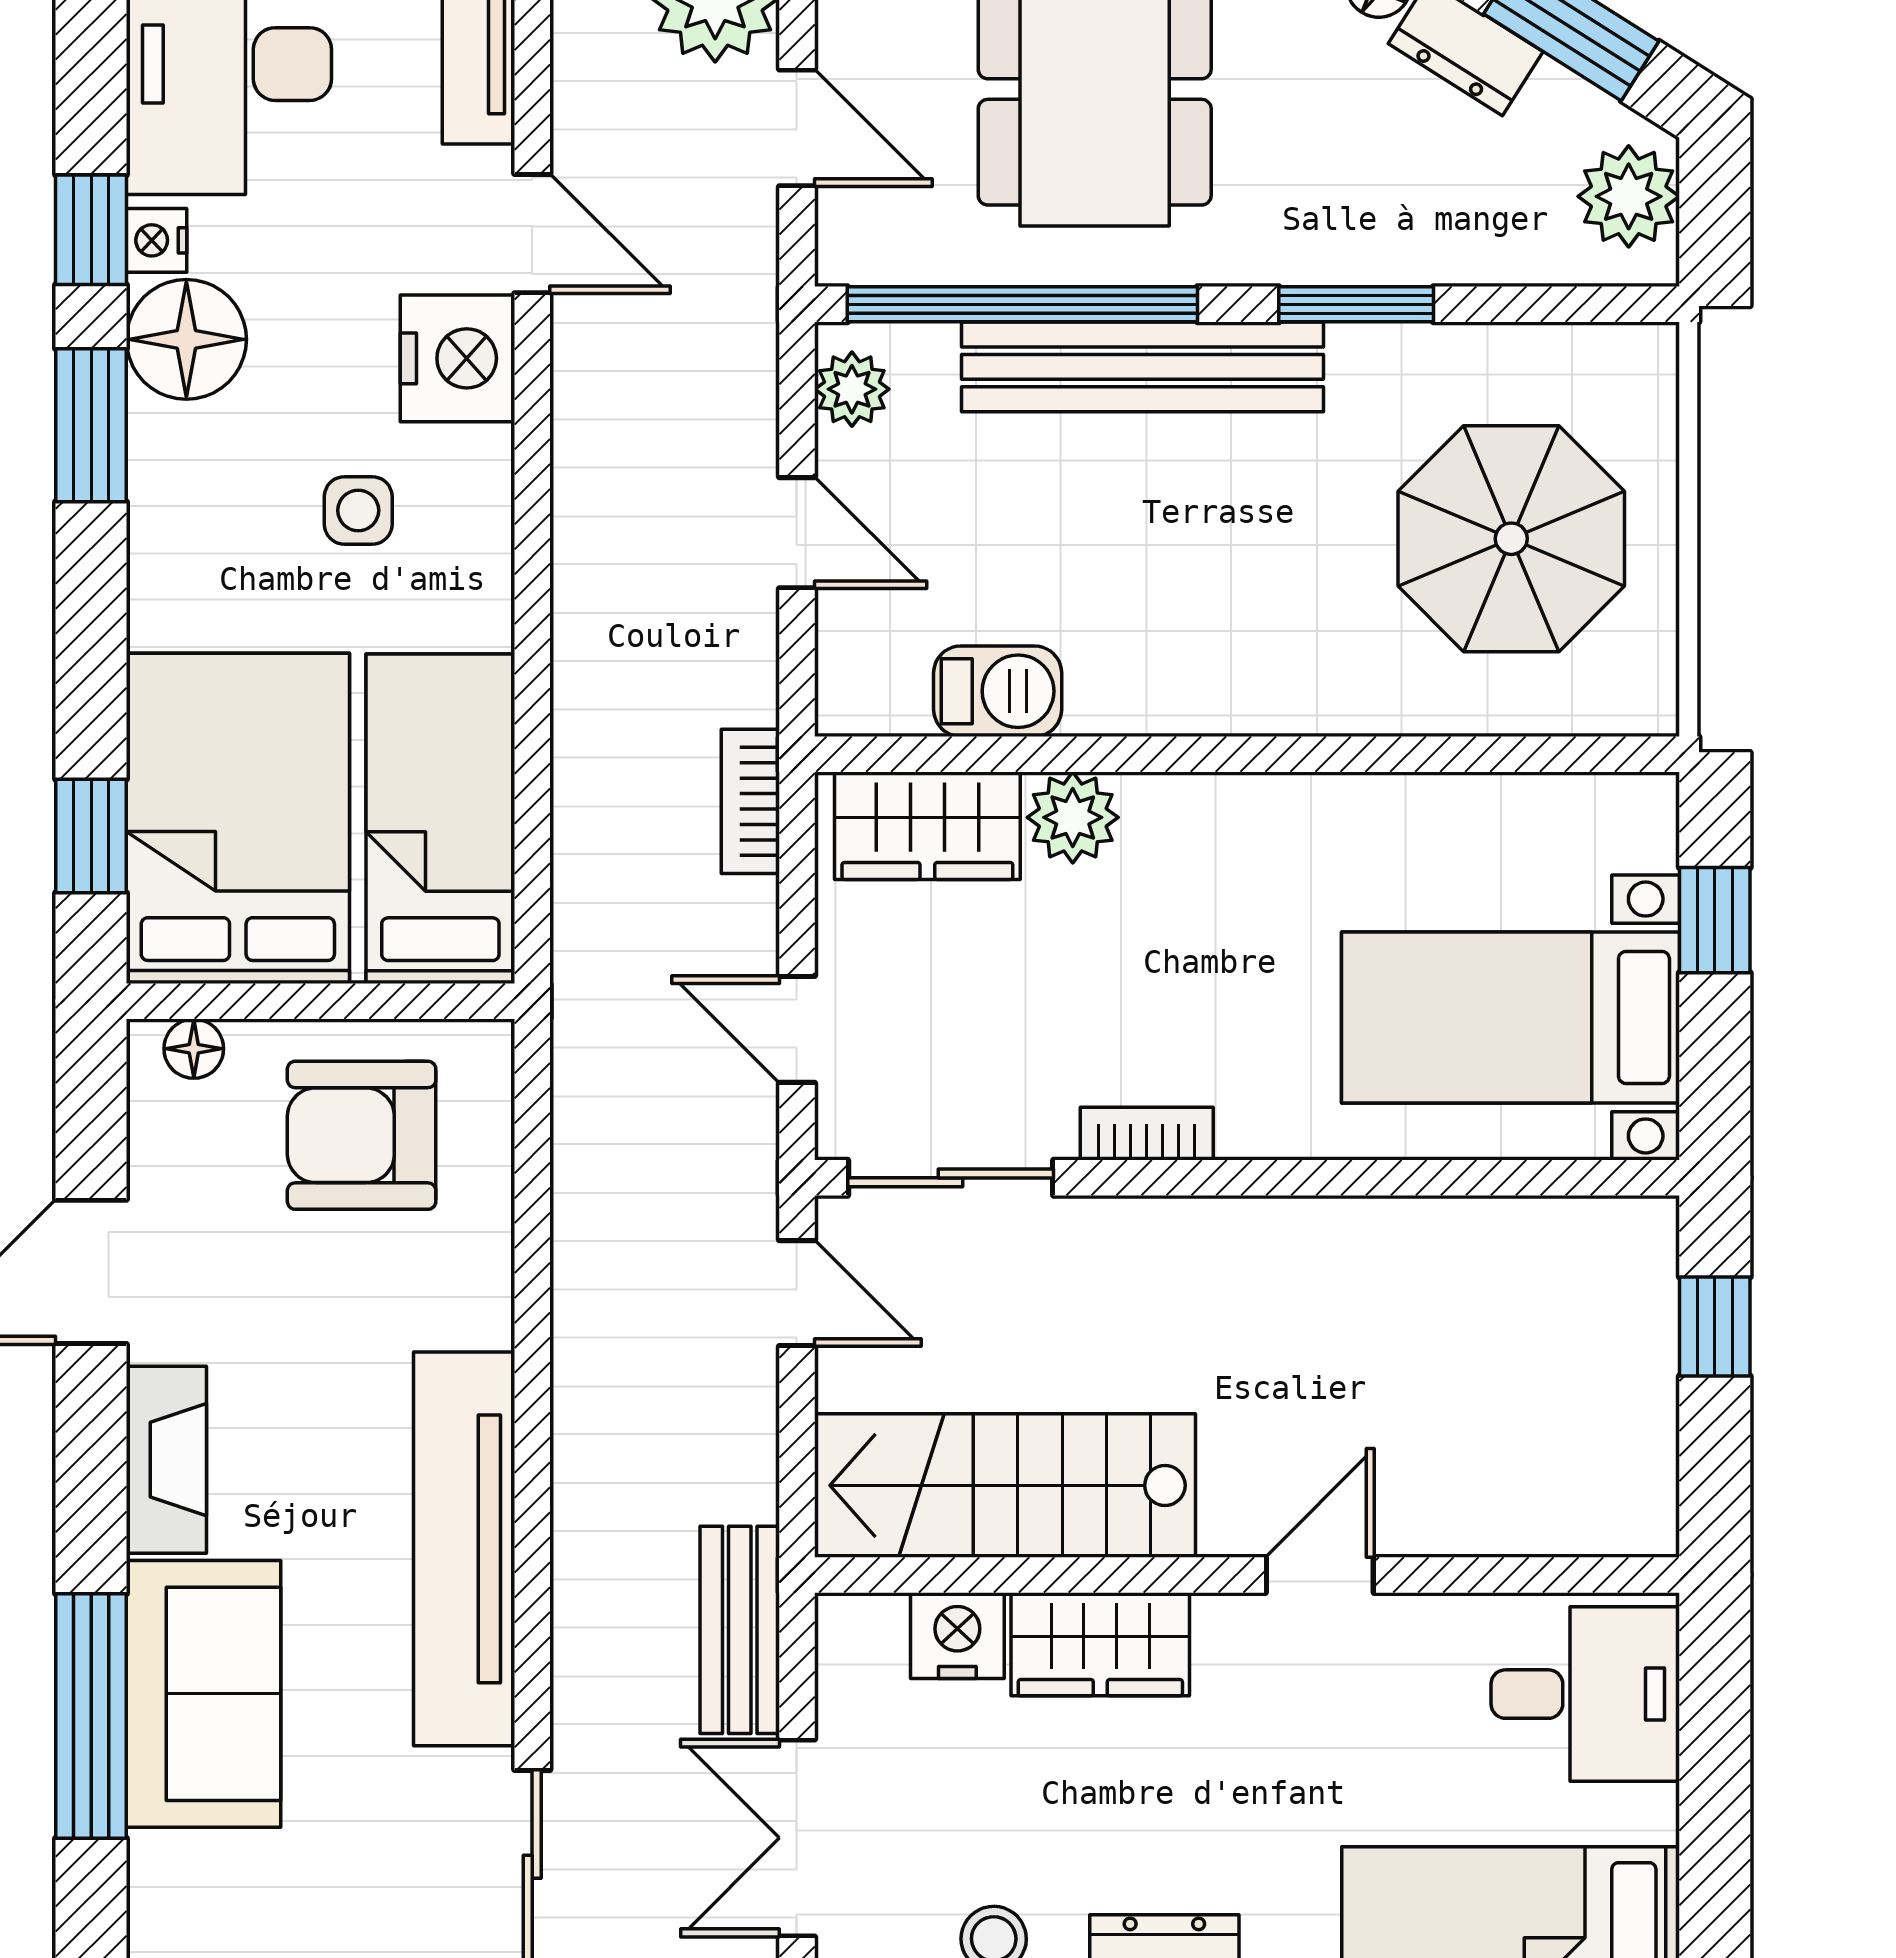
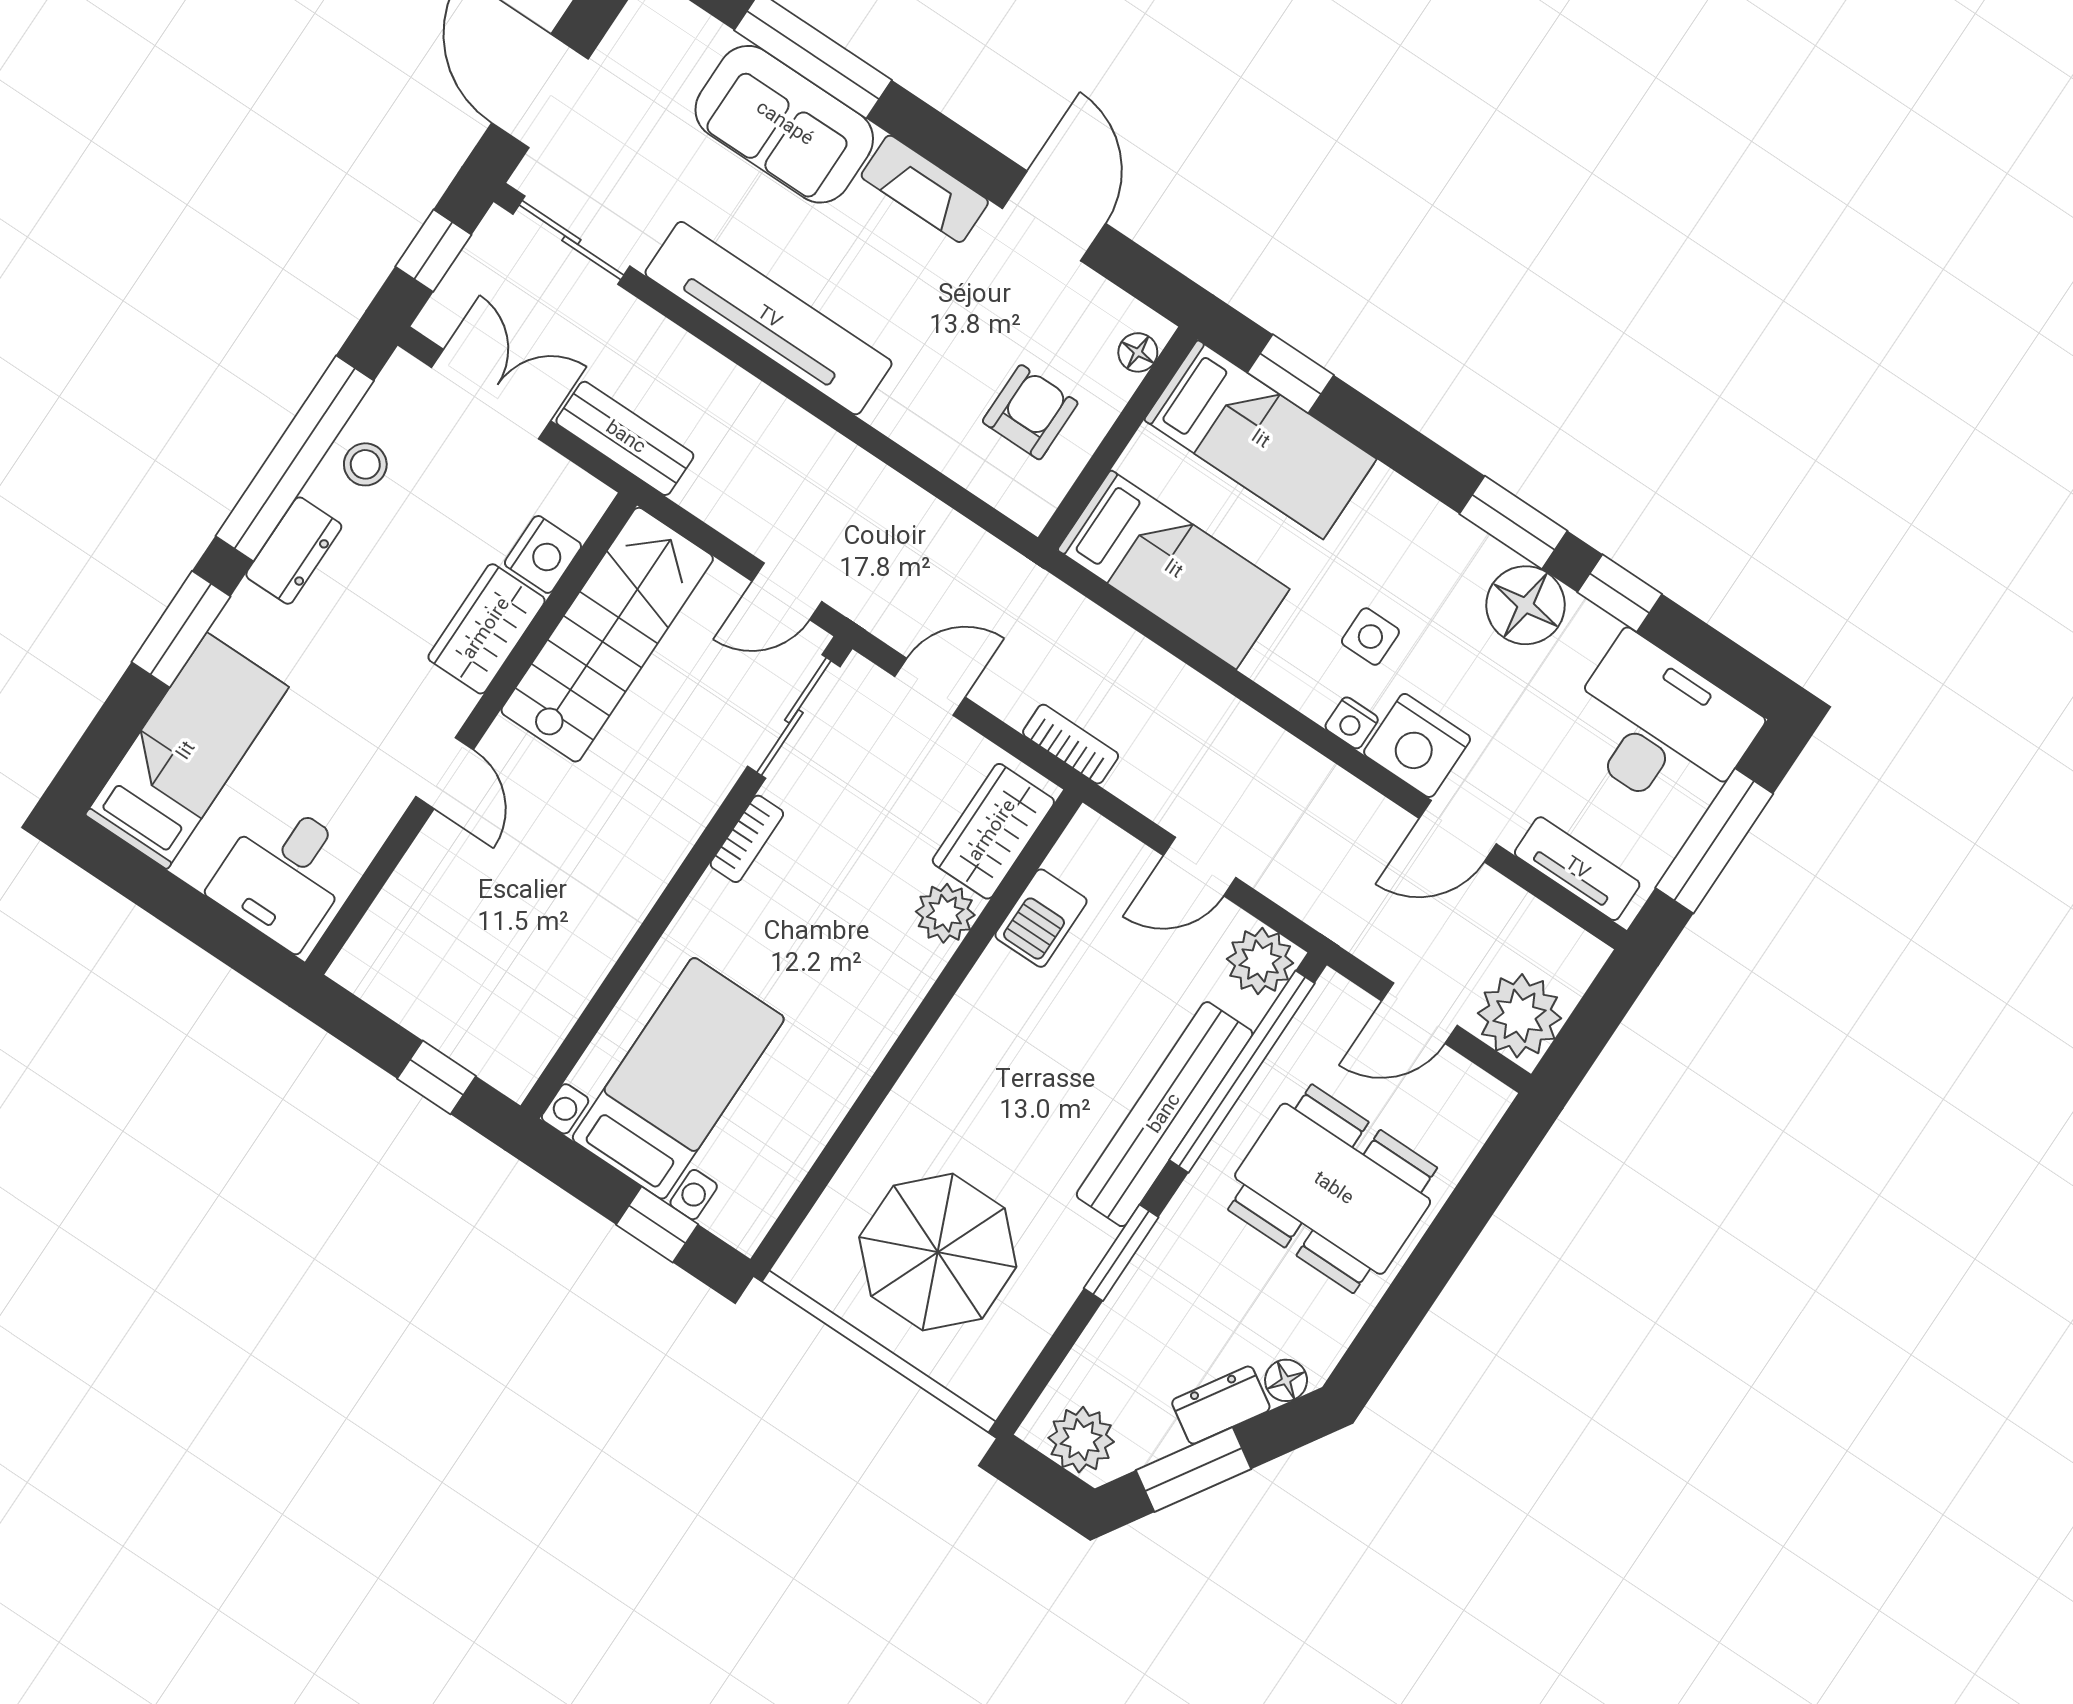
nightstand: (157, 240) -> (1352, 723), moved, turned 180
plant: (852, 389) -> (1260, 961), width x1.38, depth x1.38
bed: (238, 818) -> (1260, 440), width x0.67
armchair: (362, 1135) -> (1030, 412), width x0.72, depth x0.72

